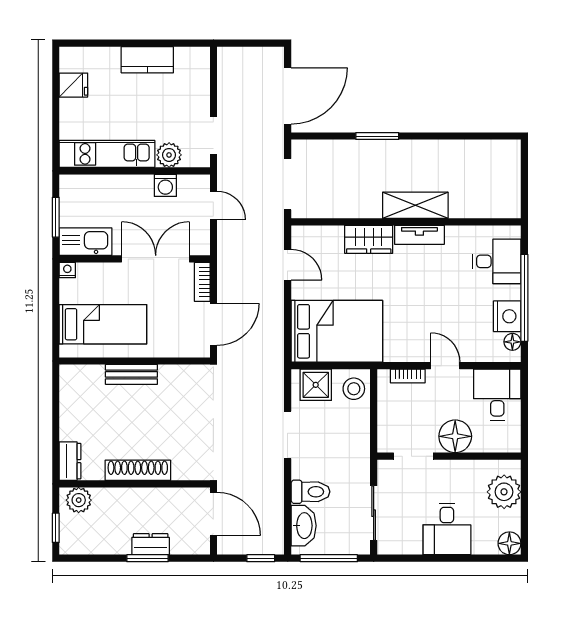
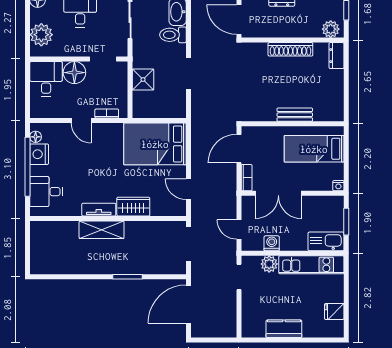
kitchen sink: (86, 242) -> (326, 241), moved, turned 180
shower: (316, 385) -> (143, 80), moved
stool: (354, 389) -> (143, 105), removed
desk: (497, 395) -> (46, 79), moved, turned 180

